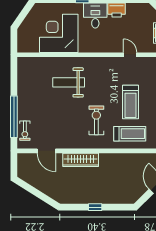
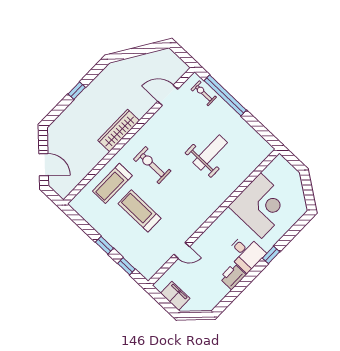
weight bench: (69, 82) -> (210, 152), moved
exercise bike: (96, 120) -> (152, 165), turned 180
wardrobe: (81, 160) -> (119, 131), moved

